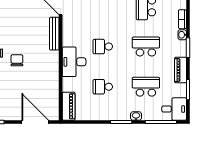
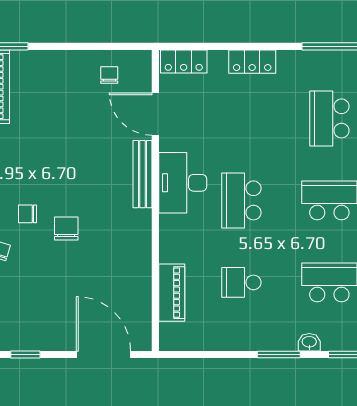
school desk: (103, 47) -> (241, 200), width x1.85
desk: (74, 62) -> (183, 183), moved
piano: (69, 106) -> (172, 293), moved

